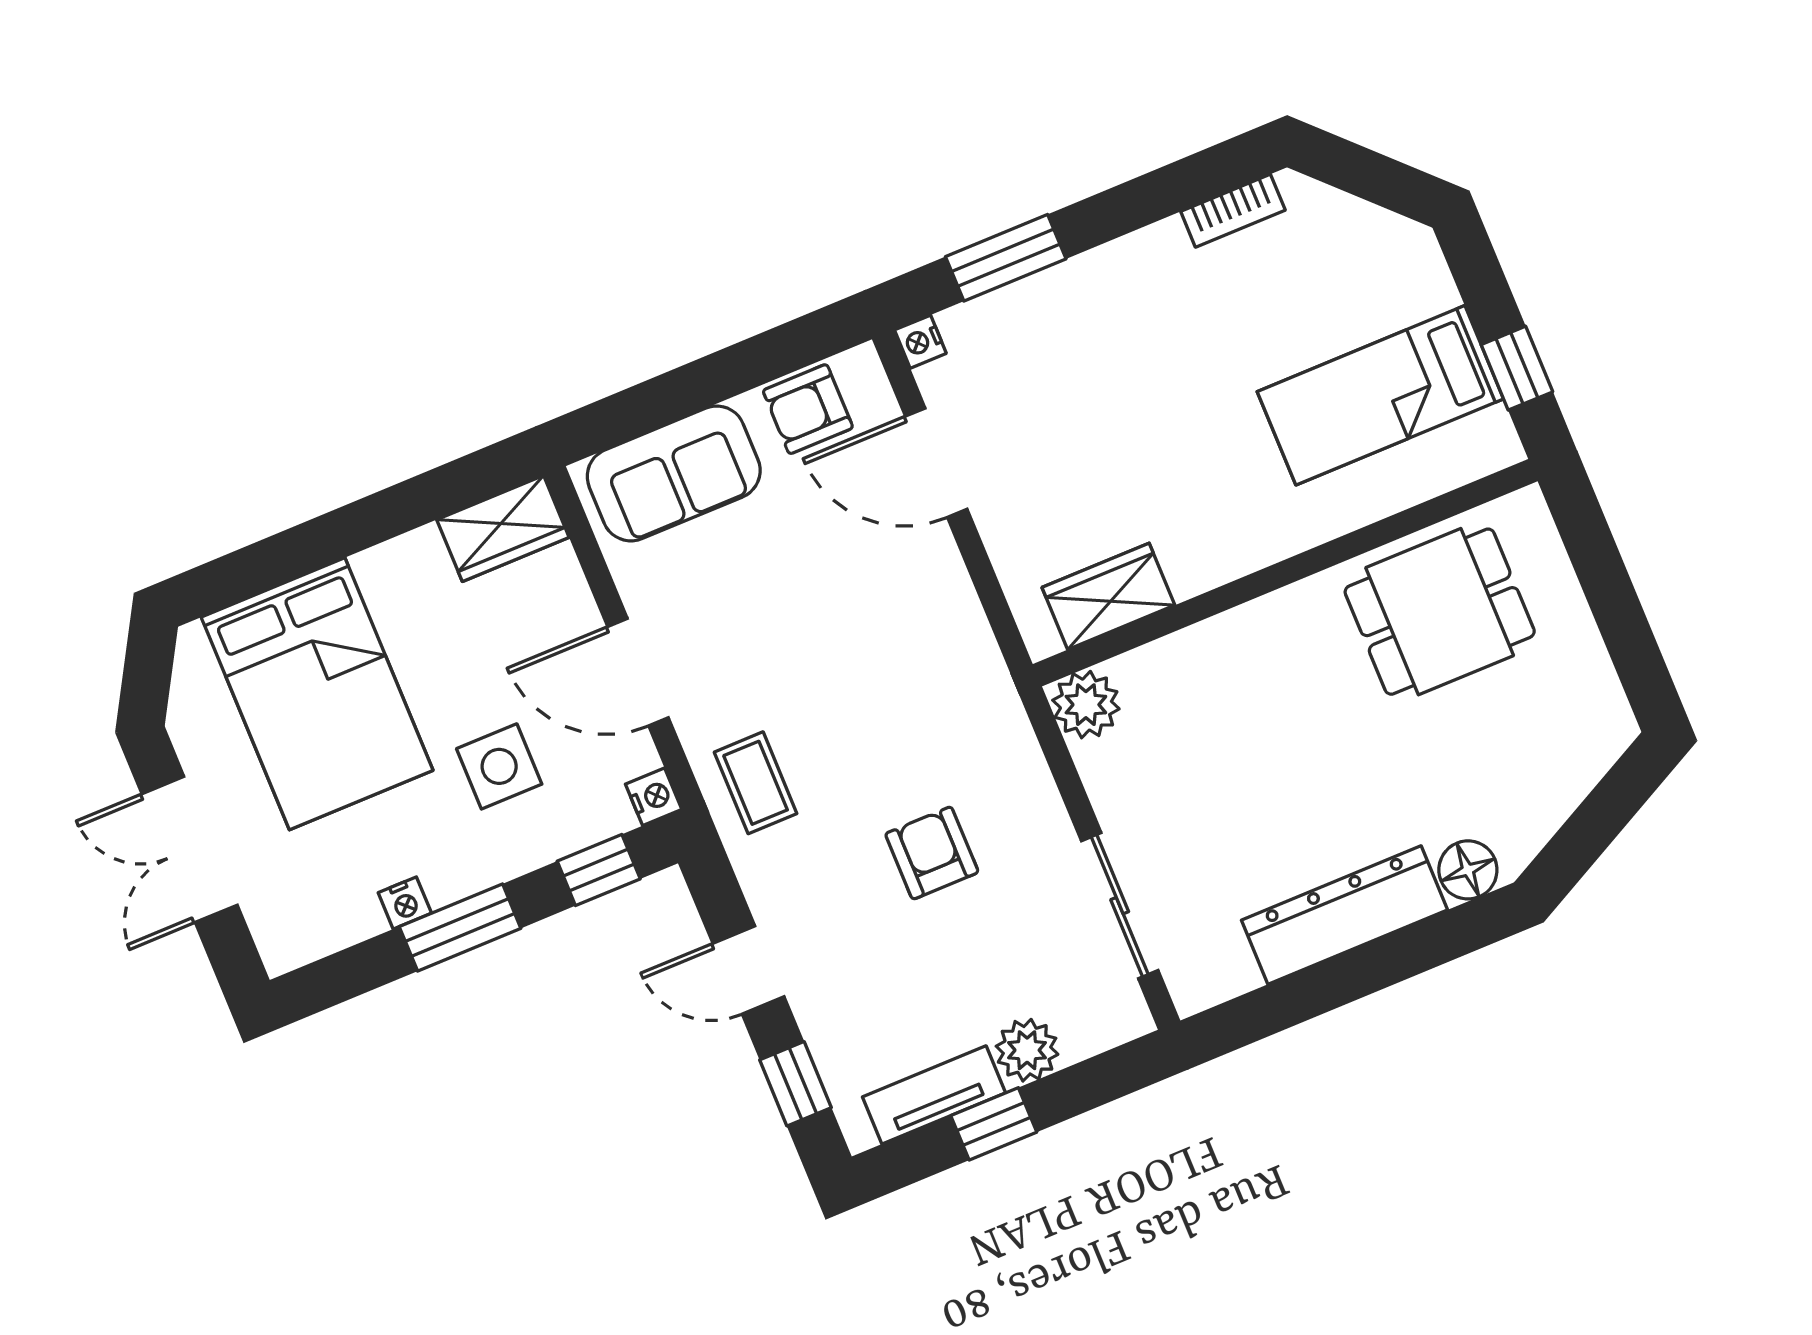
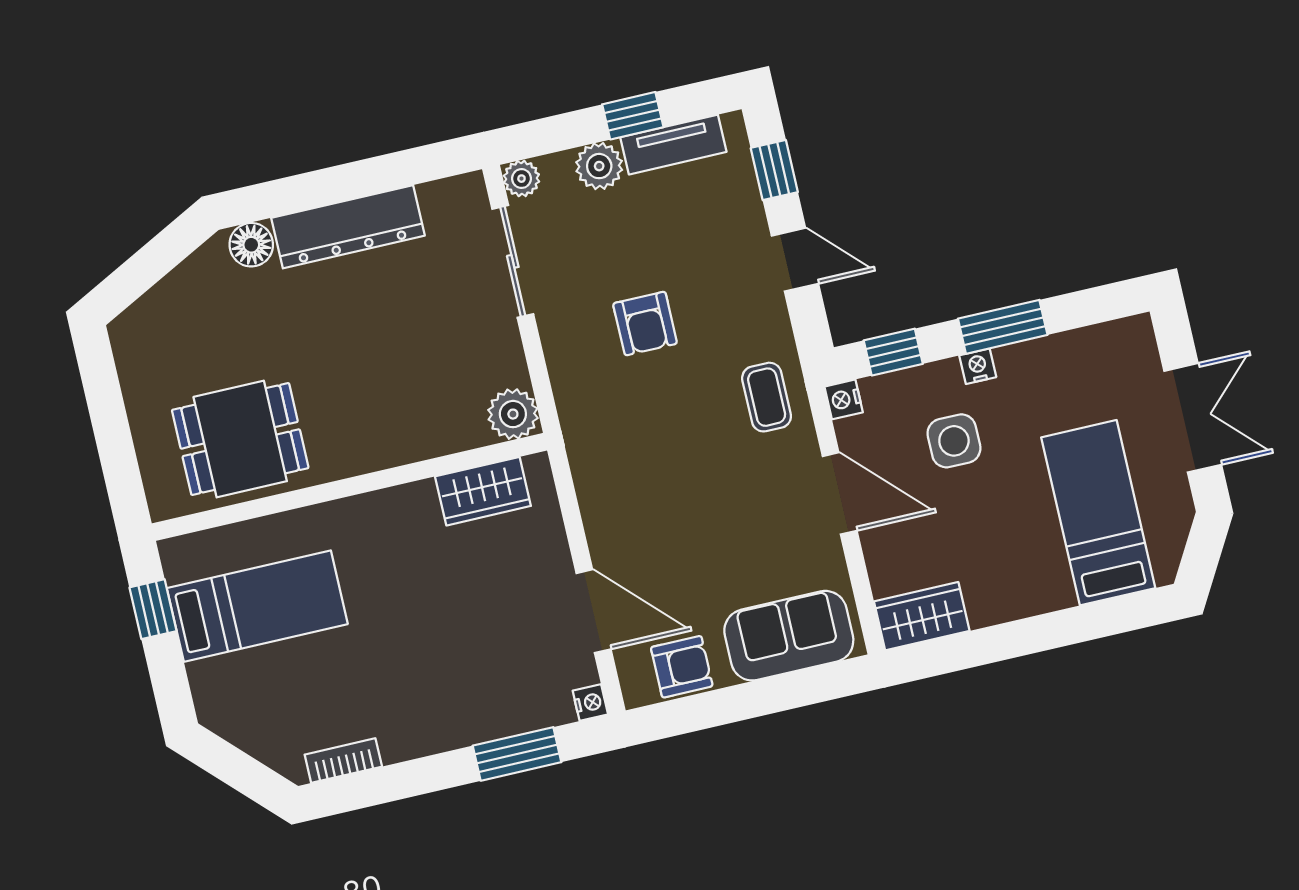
bed: (317, 694) -> (1098, 513), width x0.67
nightstand: (405, 903) -> (978, 366), moved
plant: (1127, 1017) -> (521, 179), added

